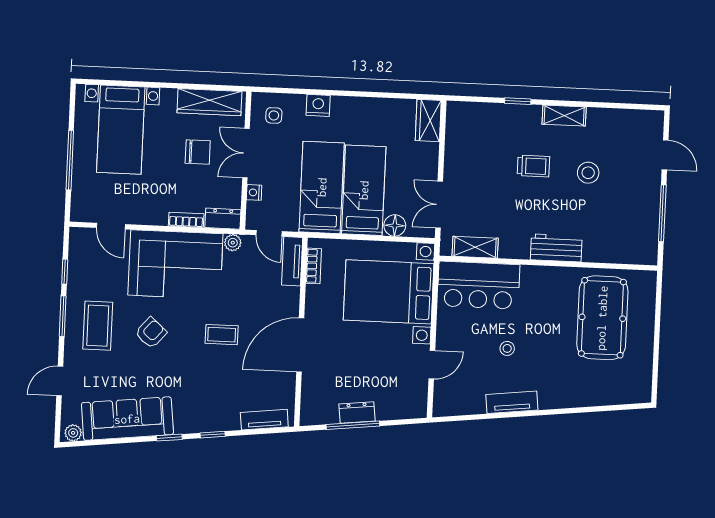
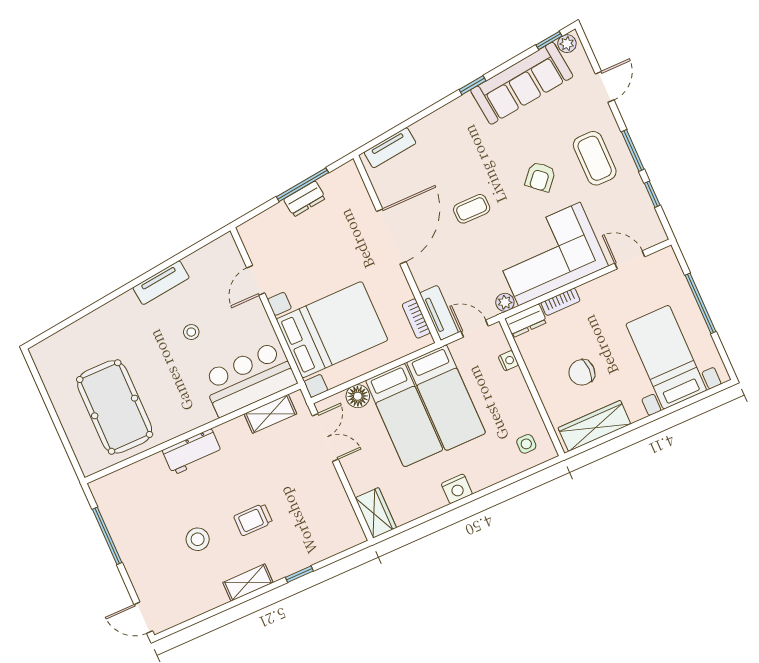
nightstand: (318, 105) -> (457, 489), moved
double door: (246, 153) -> (535, 394), removed
door: (665, 155) -> (143, 618), moved
window: (213, 435) -> (549, 40), moved

